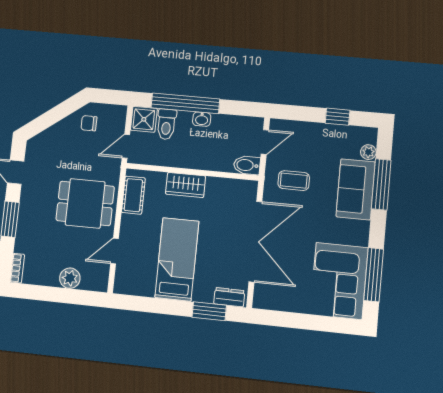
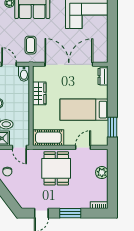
wardrobe: (186, 185) -> (39, 93), moved
cot: (133, 195) -> (48, 138), width x1.37, depth x1.34
door: (115, 251) -> (83, 147), swing flipped
window: (209, 311) -> (112, 127), moved

